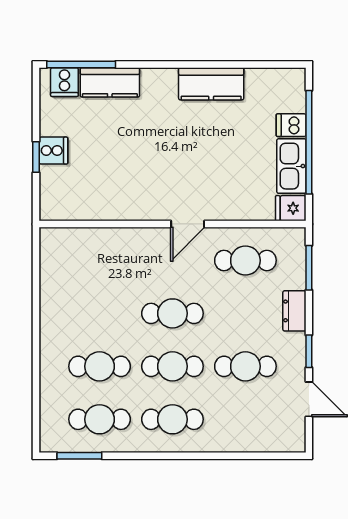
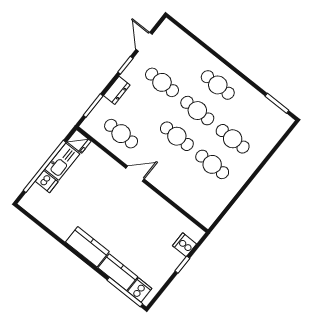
kitchen counter: (211, 84) -> (87, 247), moved
cooker: (53, 151) -> (185, 245), moved
cafe table: (100, 419) -> (212, 164), moved

